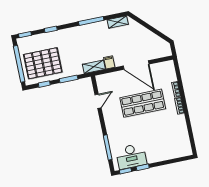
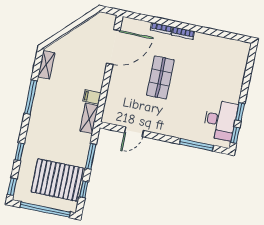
pallet: (43, 63) -> (57, 180), turned 90
door: (136, 65) -> (113, 47), moved
door: (98, 101) -> (134, 132), swing flipped
shop shelf: (143, 103) -> (160, 77), width x0.70, depth x0.74

